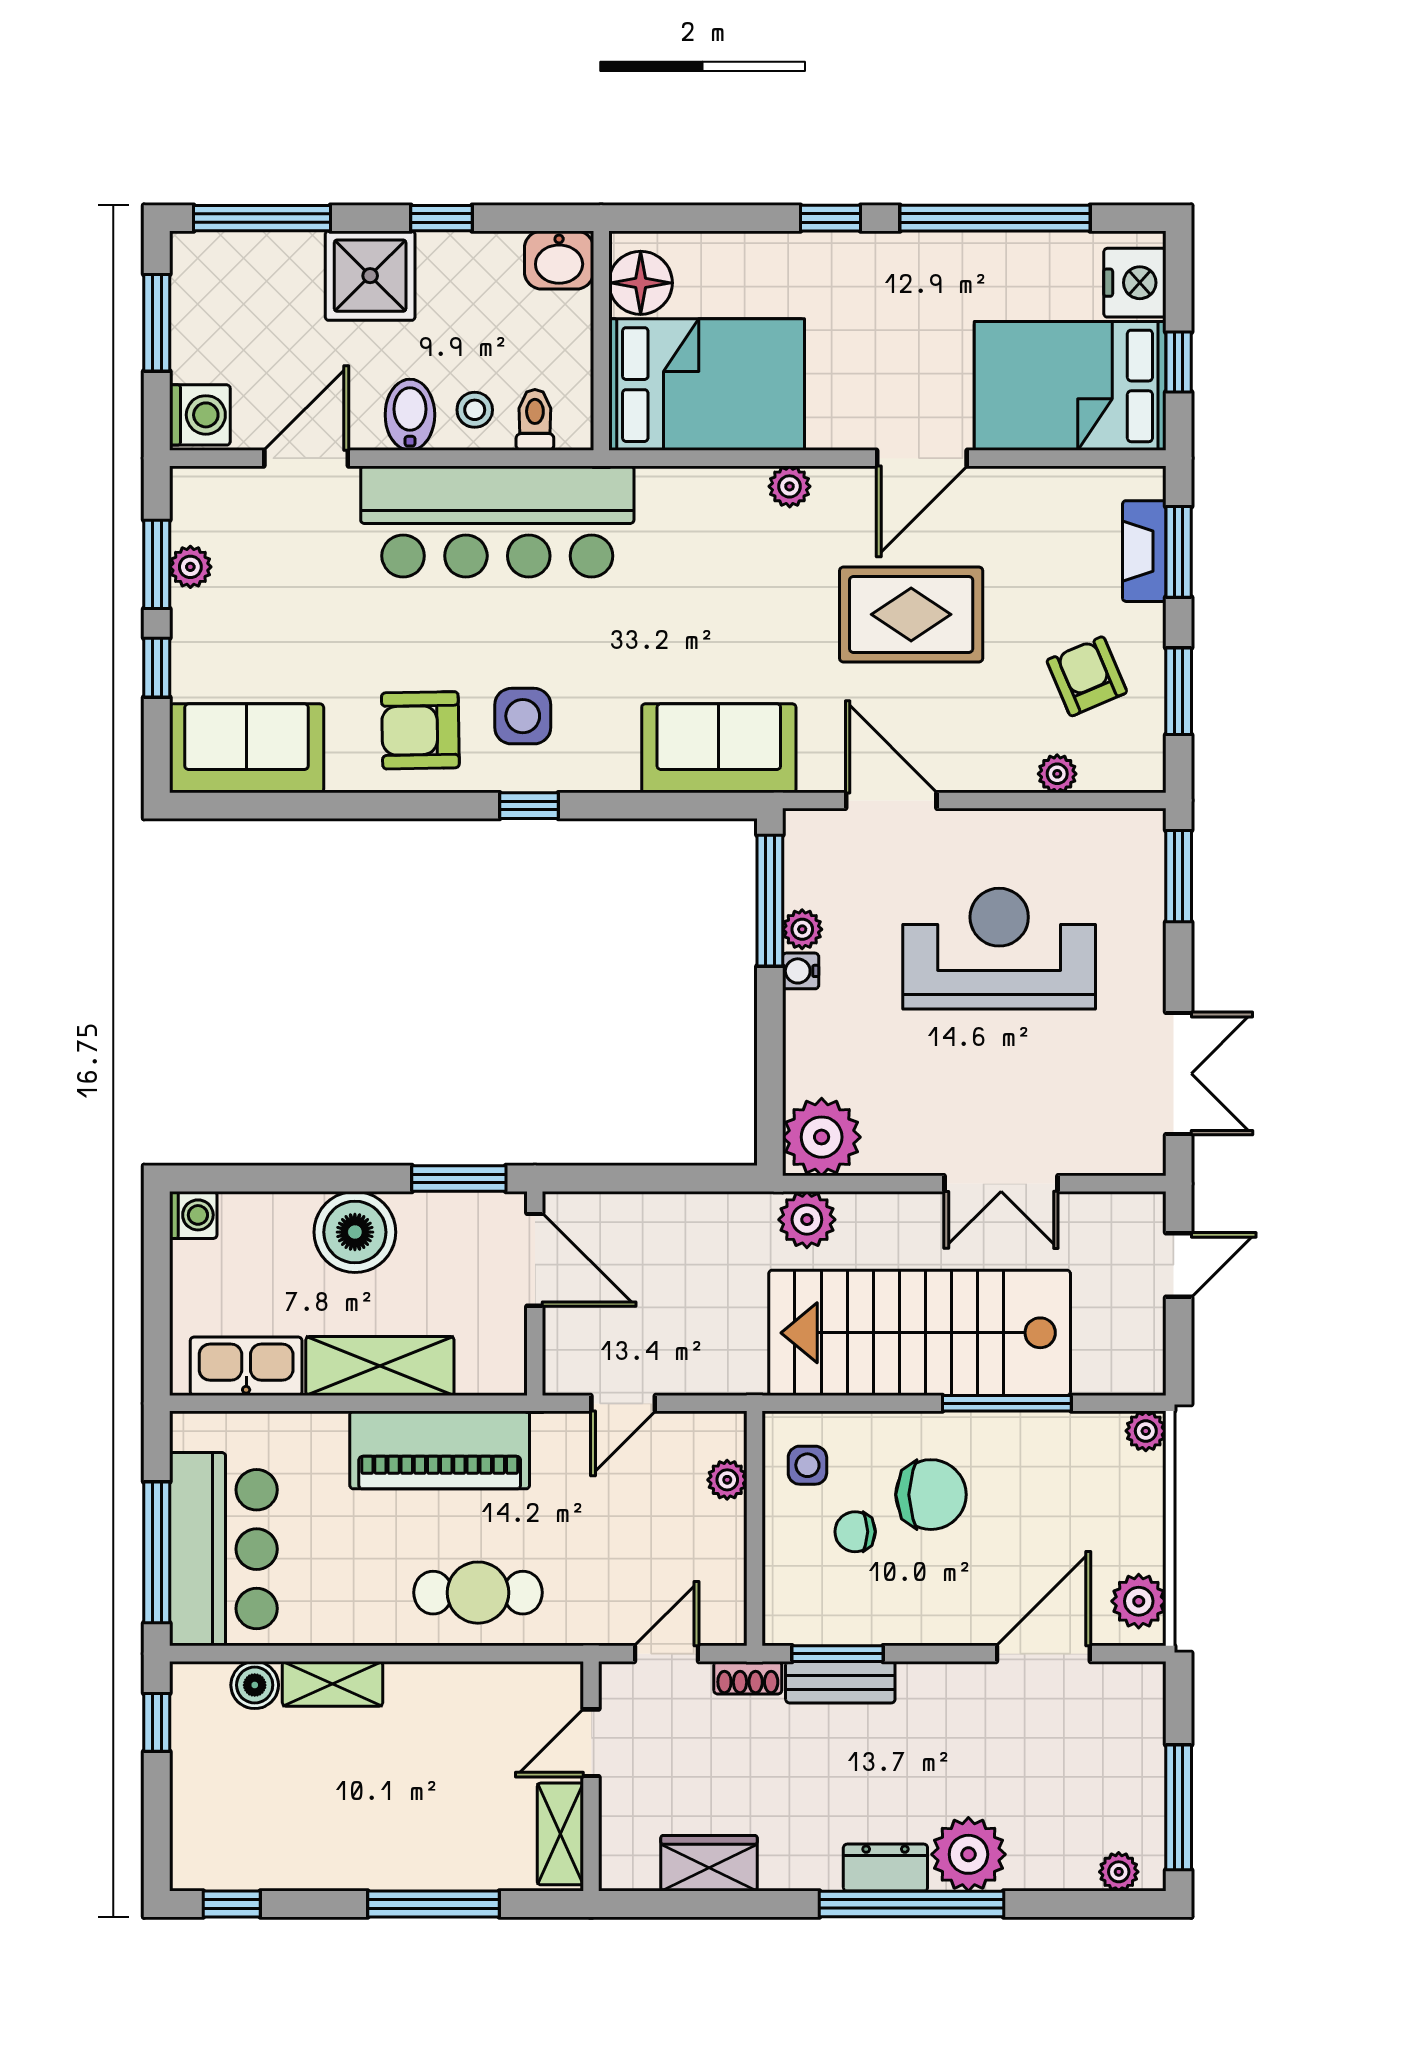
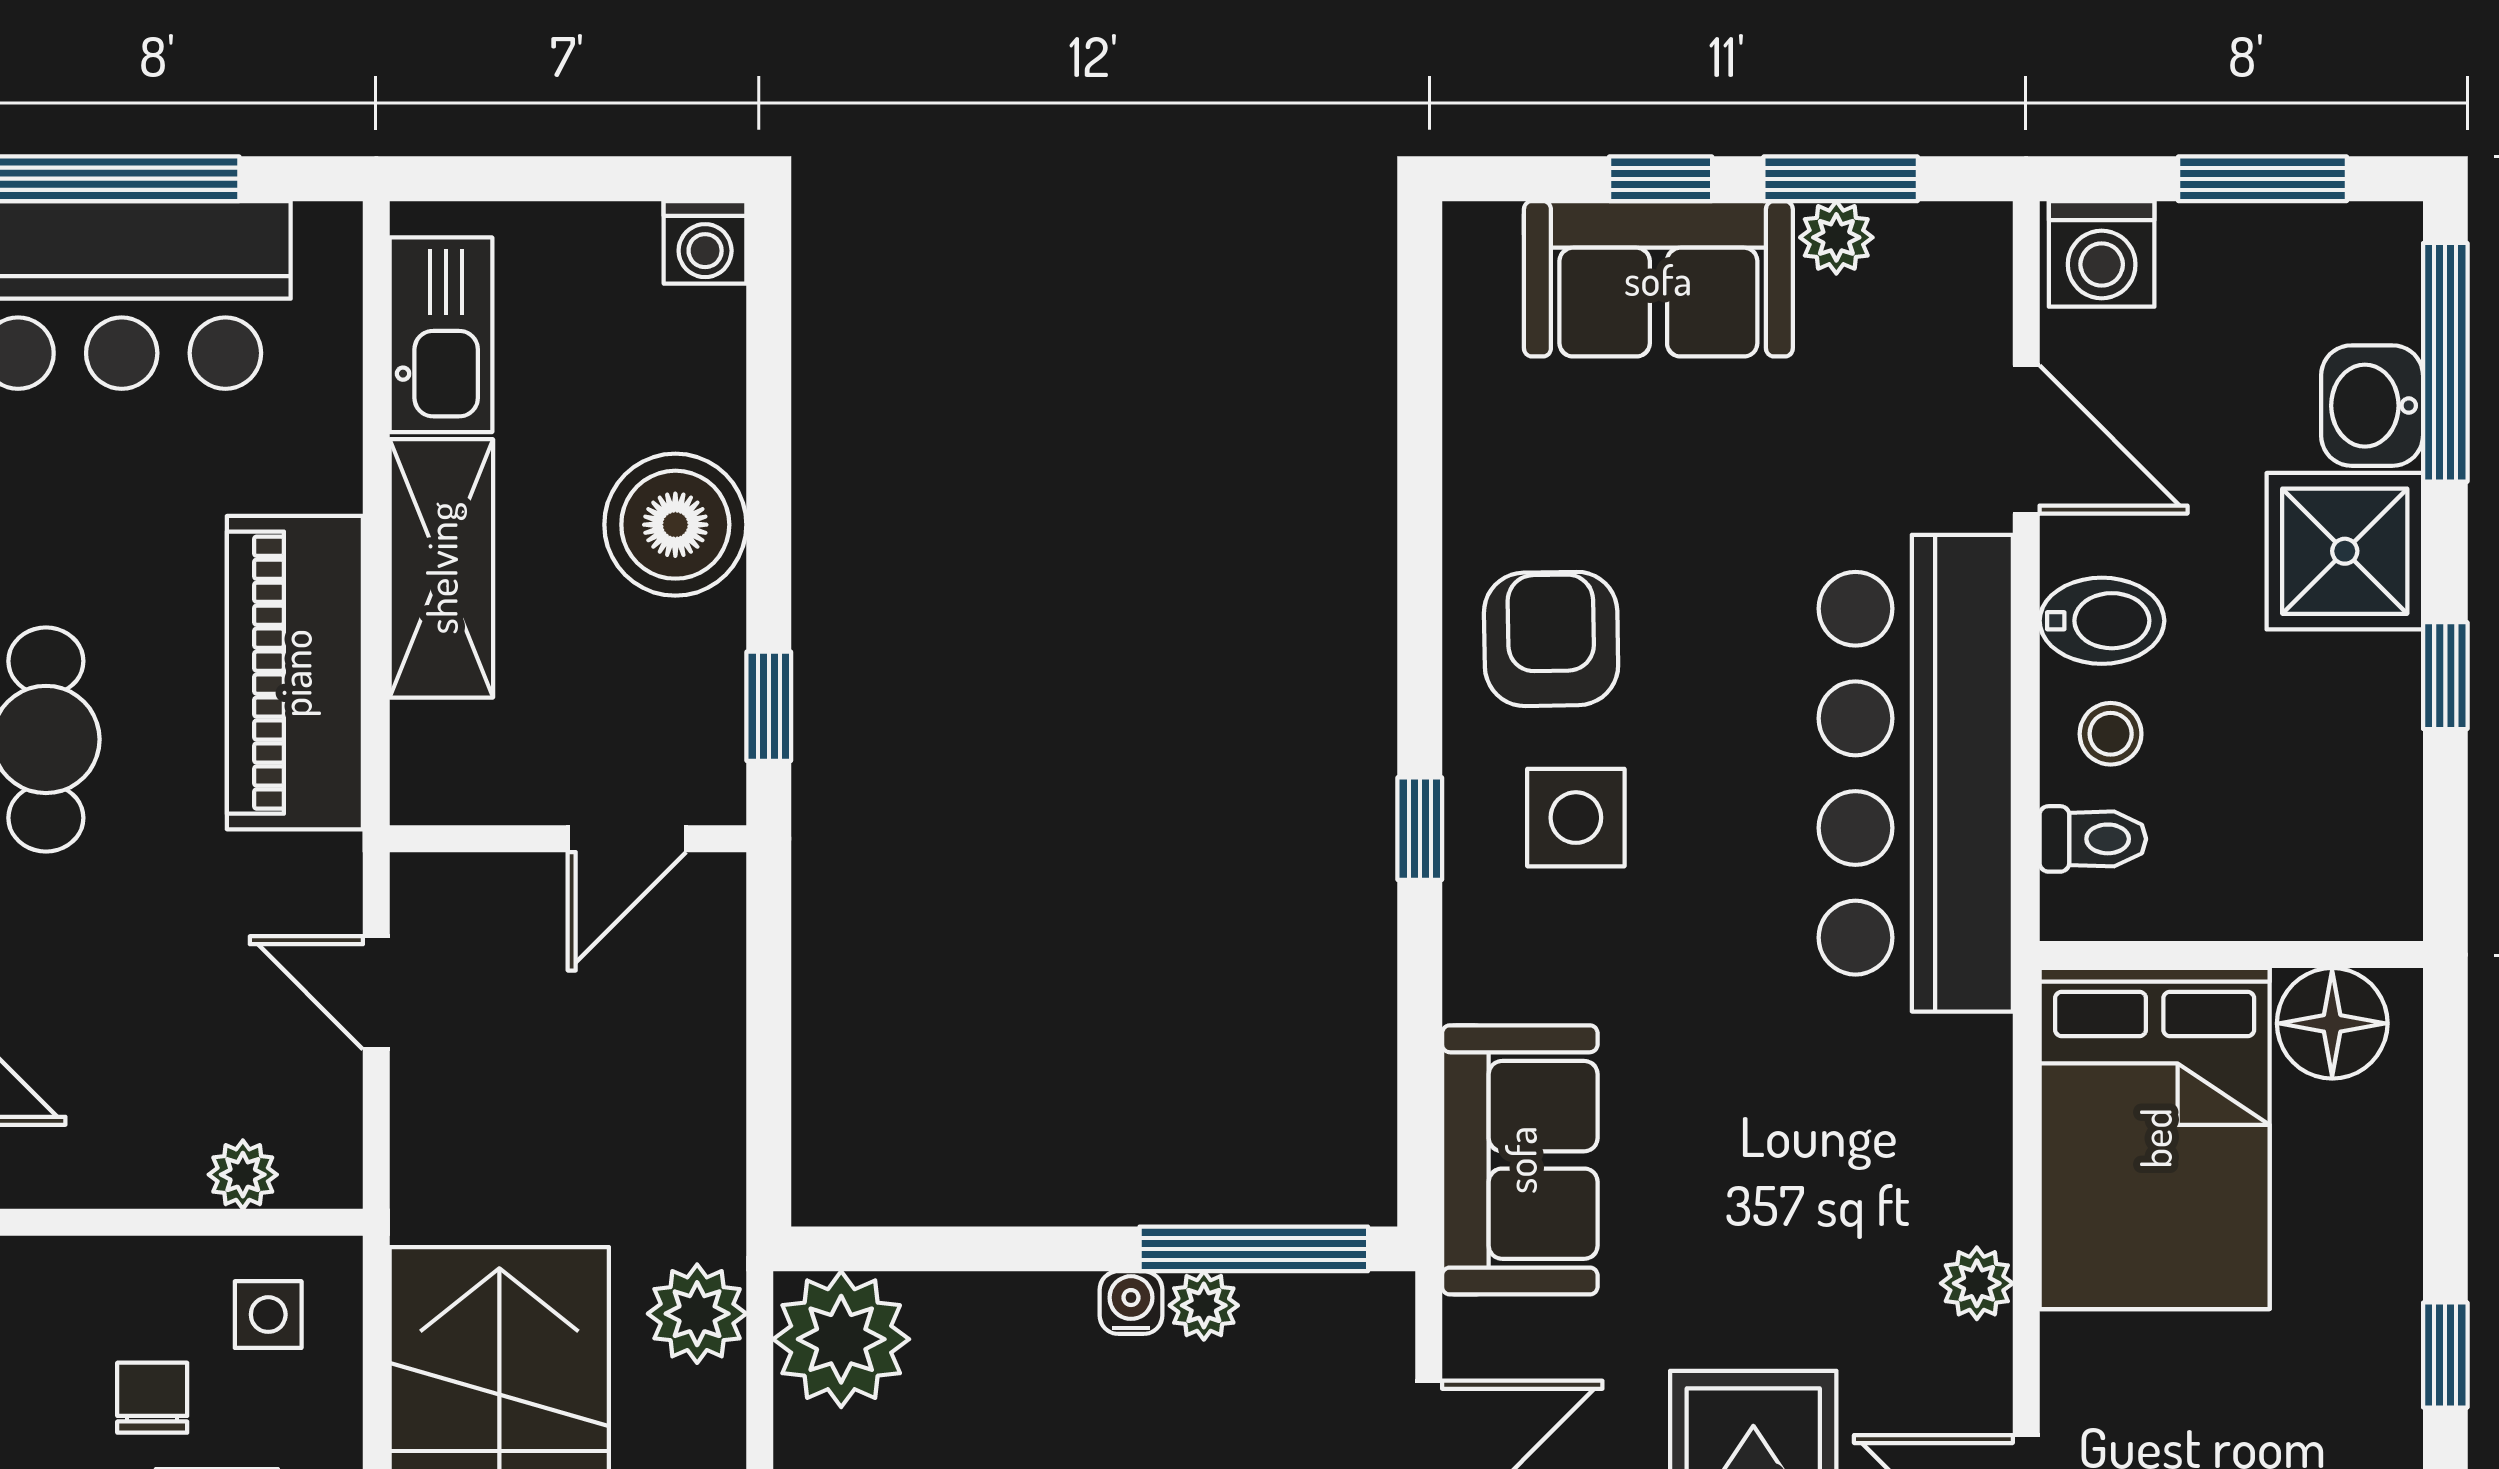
washbasin: (559, 260) -> (2372, 406), moved
sofa: (247, 748) -> (1658, 279), moved, turned 90
window: (459, 1179) -> (769, 706), width x0.67
door: (535, 1260) -> (627, 839), width x0.73

